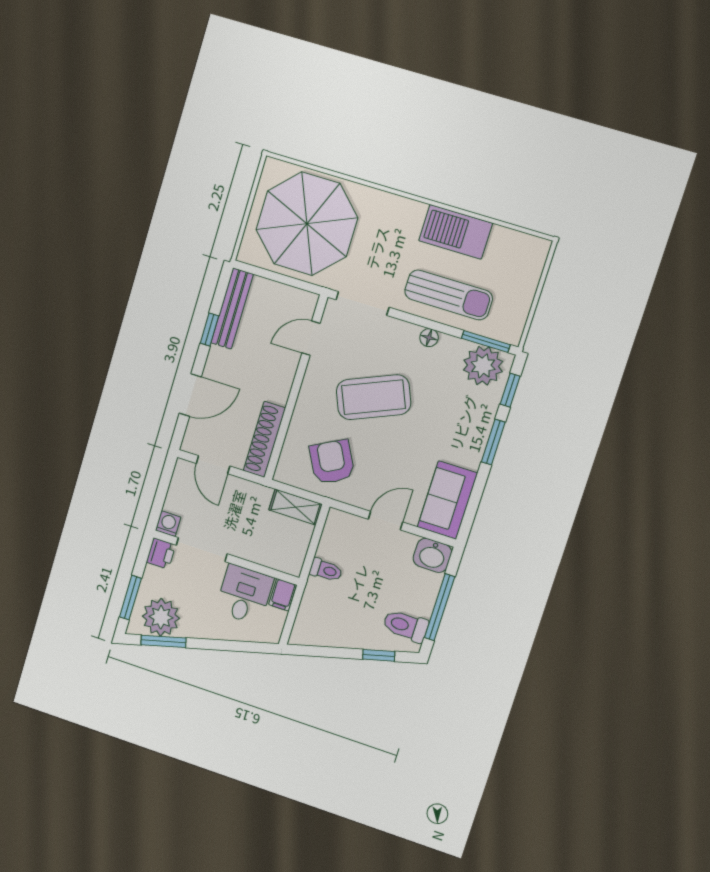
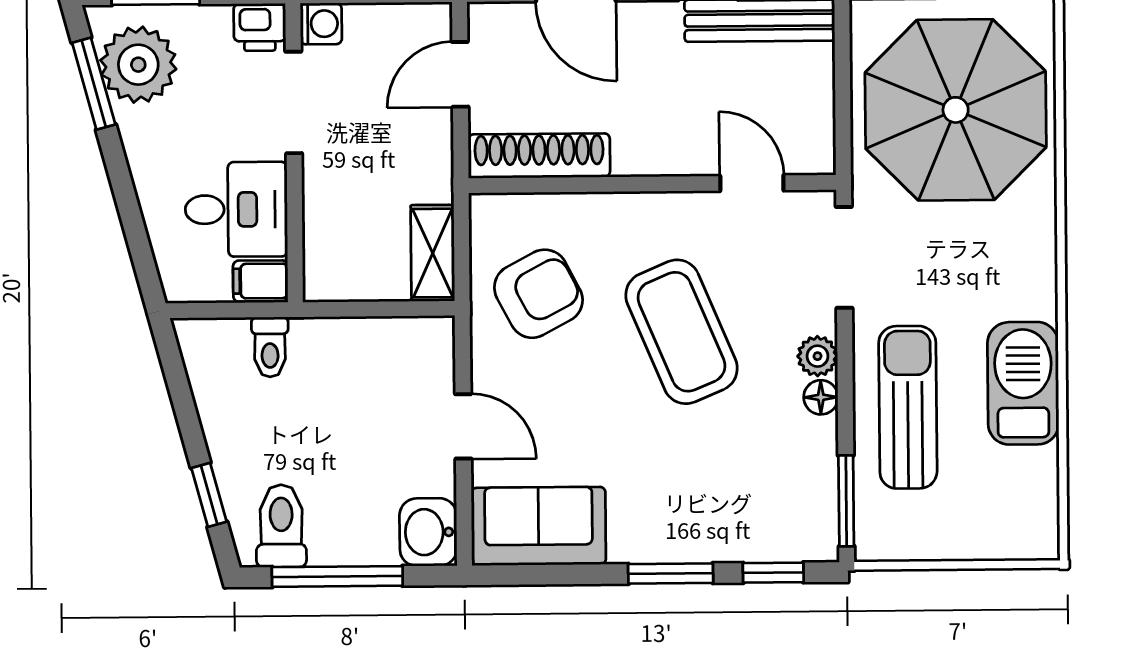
sun lounger: (449, 295) -> (908, 407), turned 180
plant: (483, 366) -> (817, 356), moved, width x0.53, depth x0.53
toilet: (326, 570) -> (270, 347), moved

